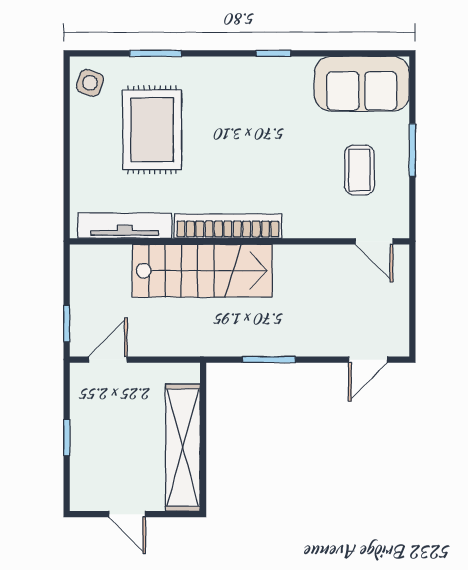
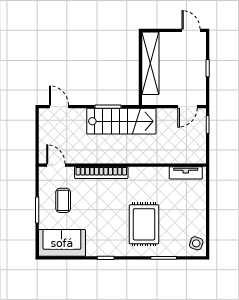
rug: (152, 130) -> (144, 224), moved
tv unit: (125, 226) -> (186, 173), width x0.71
bookcase: (228, 226) -> (101, 173), moved
stairs: (202, 271) -> (121, 121), moved, turned 180
door: (368, 360) -> (59, 107), hinge flipped
door: (127, 514) -> (191, 30), moved

